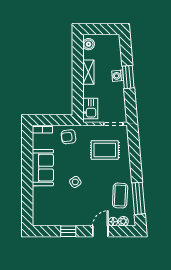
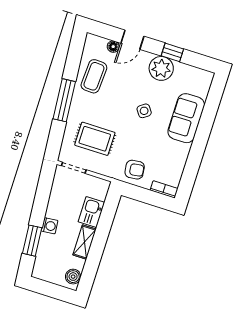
window: (128, 77) -> (32, 241), moved
kitchen sink: (90, 108) -> (91, 212), moved
sofa: (43, 168) -> (186, 118), moved
window: (138, 198) -> (64, 100), moved
plant: (123, 221) -> (161, 68), moved, width x1.88, depth x1.88

